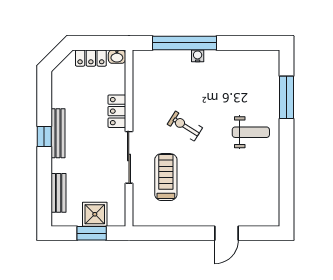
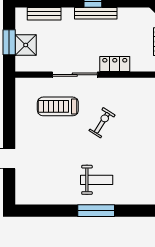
window: (286, 97) -> (96, 211), moved
weight bench: (251, 132) -> (97, 180), turned -90
treadmill: (166, 177) -> (58, 106), turned 180

